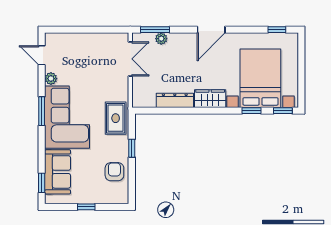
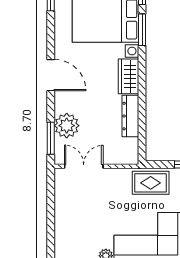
plant: (161, 39) -> (67, 126), width x1.88, depth x1.88
window: (251, 111) -> (142, 30), width x1.50

